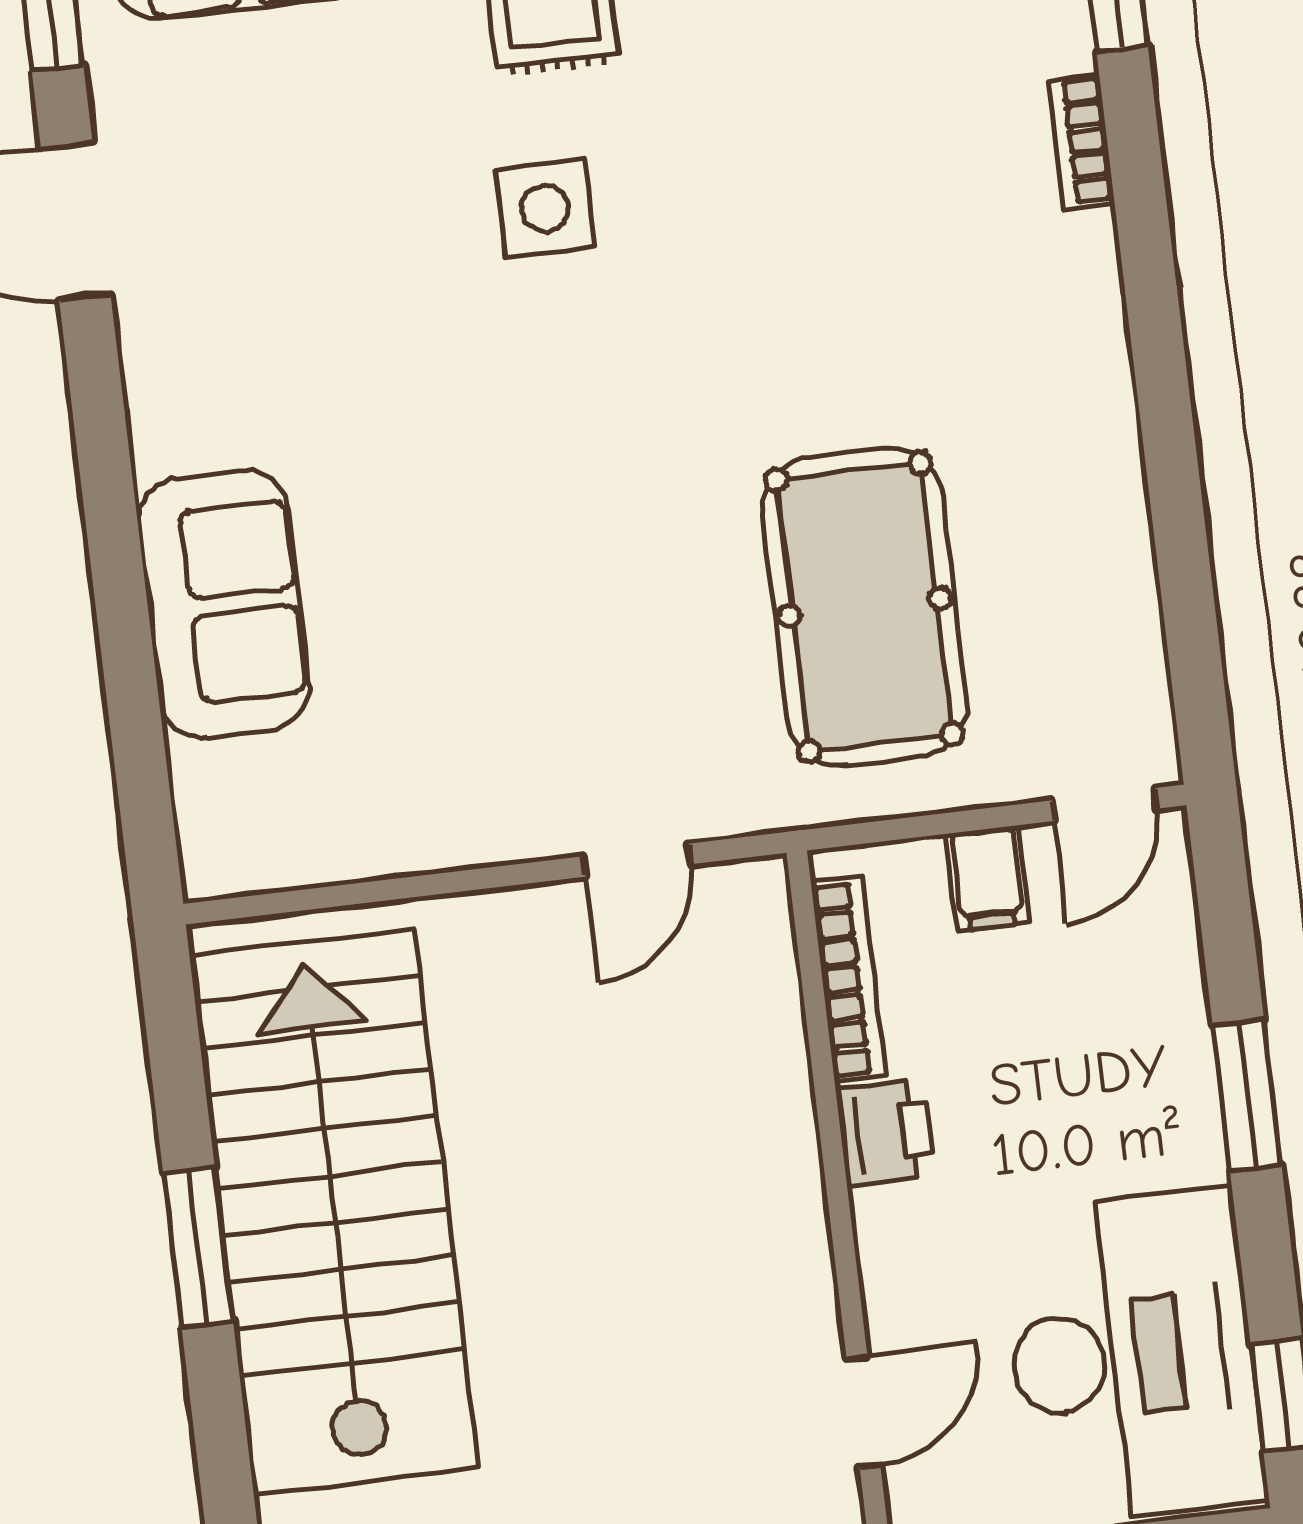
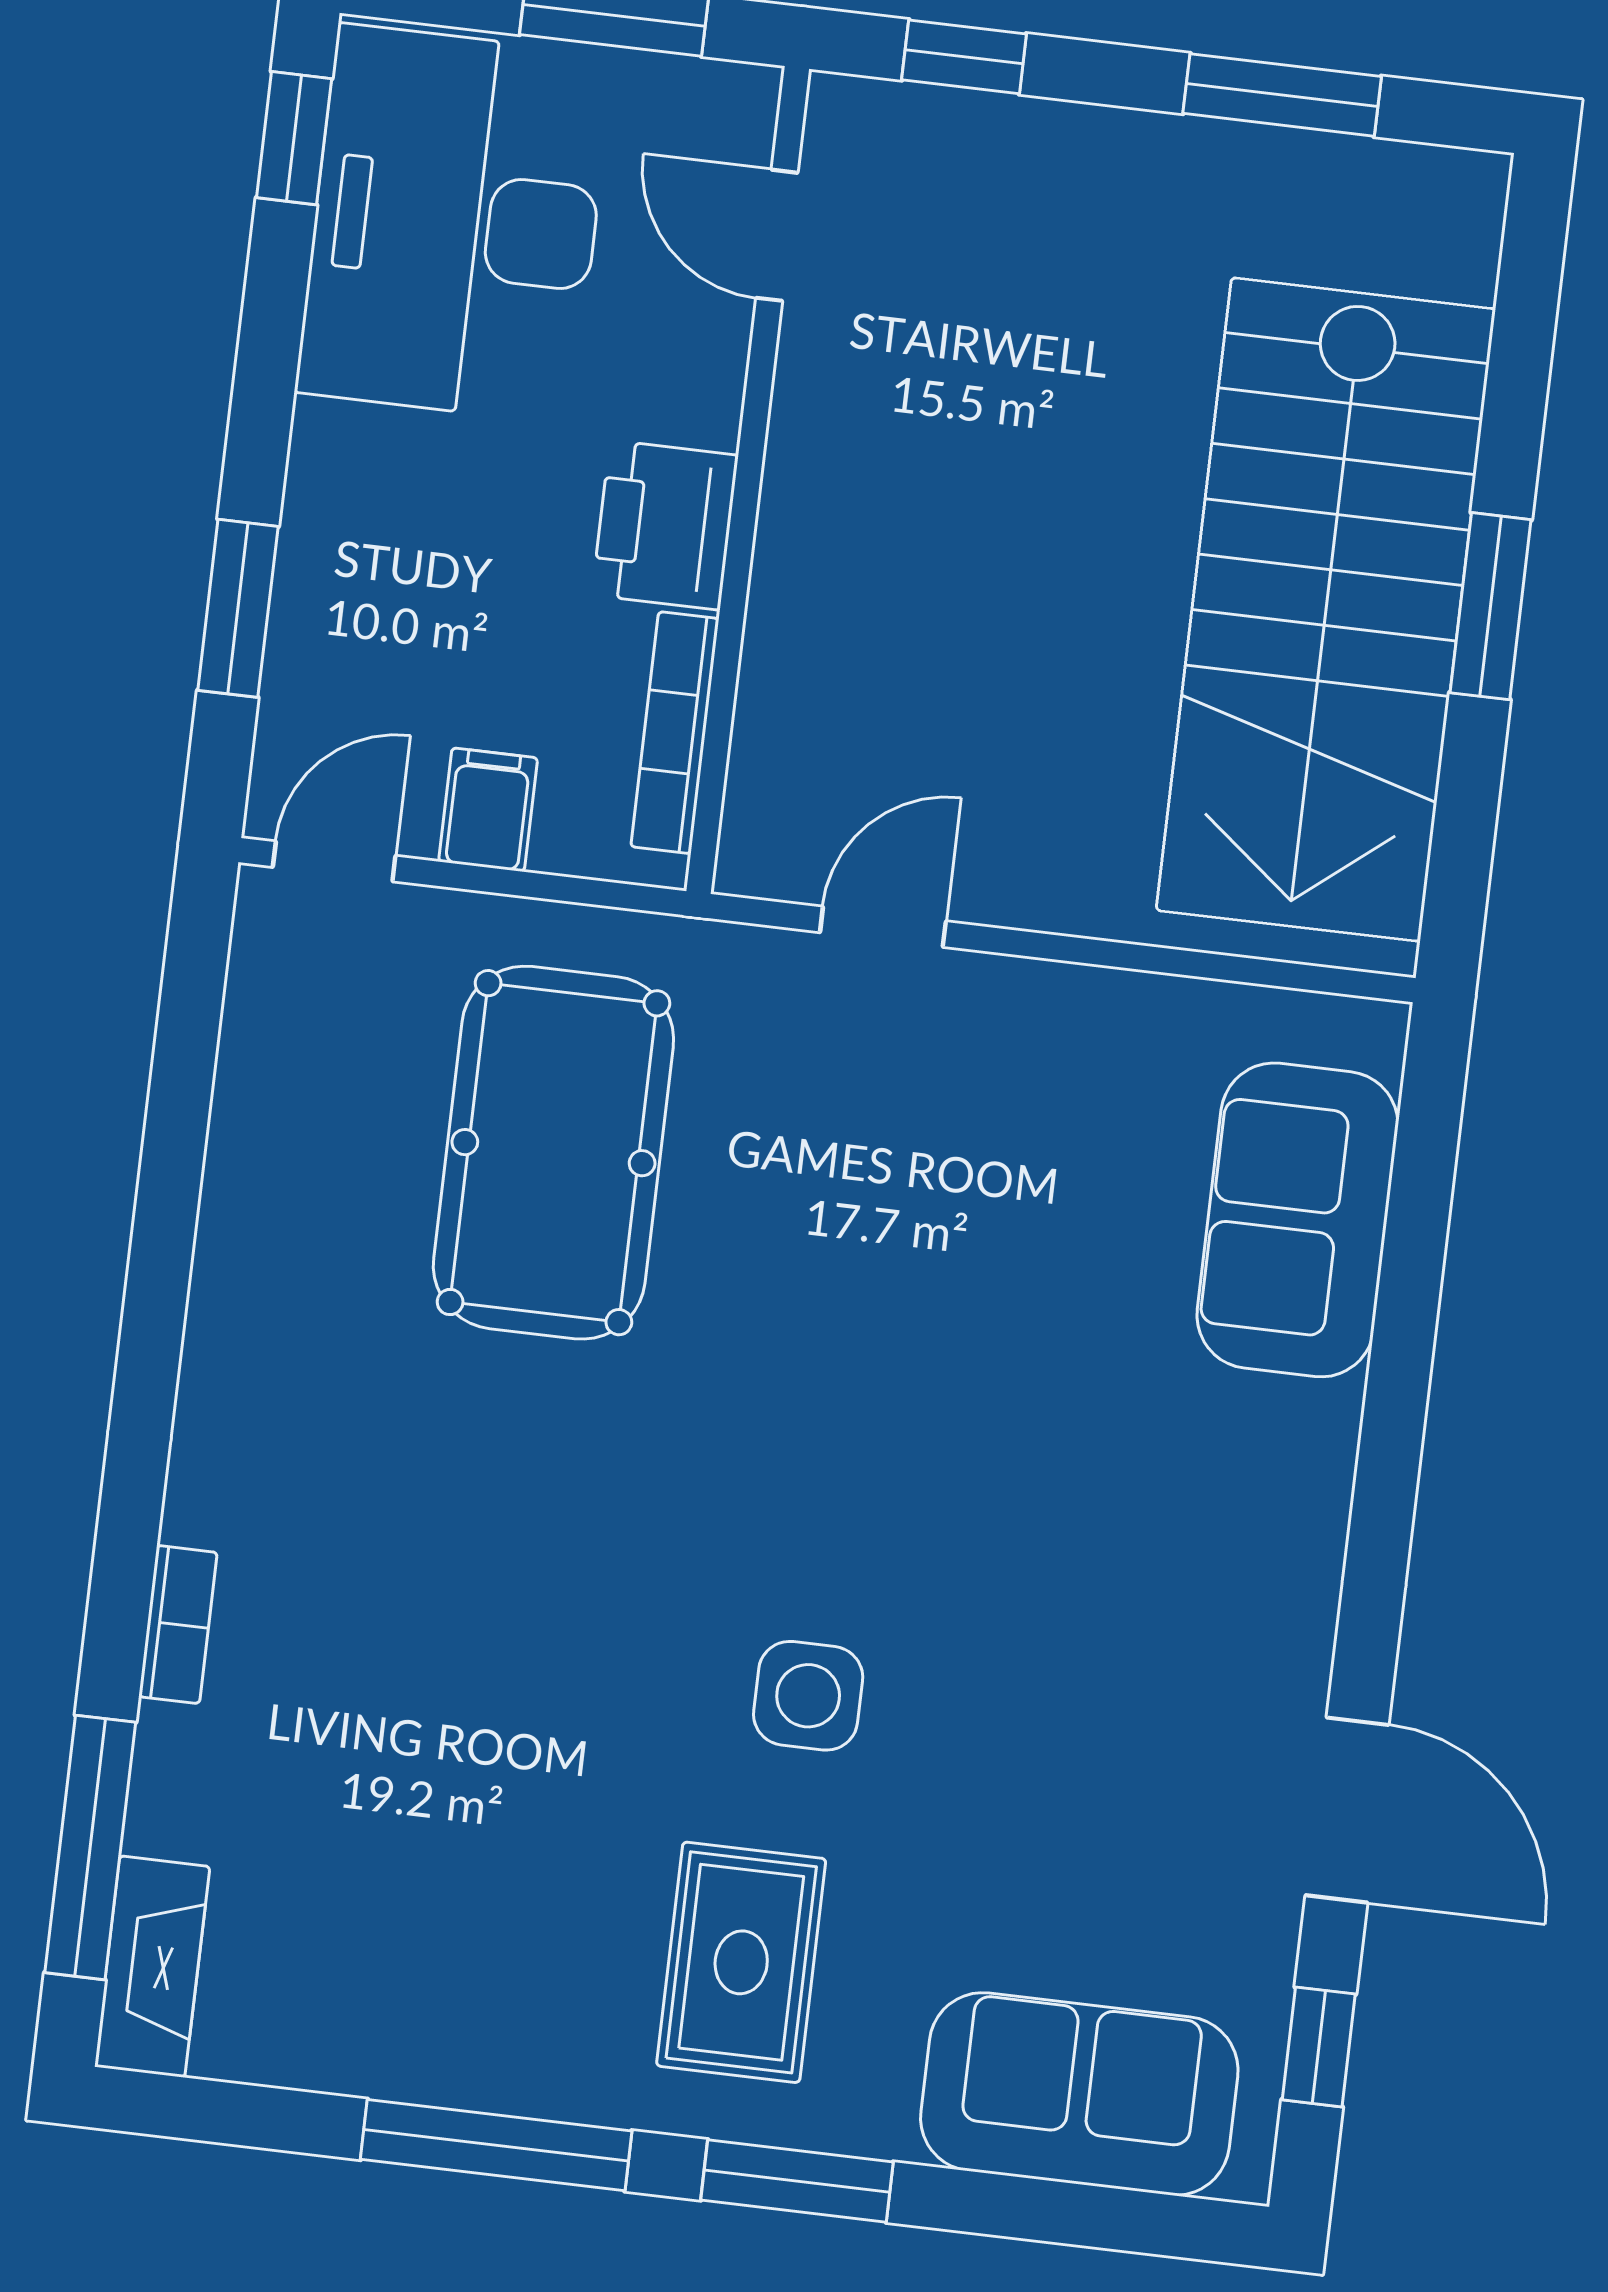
sofa: (224, 604) -> (1298, 1220), moved
window: (1247, 1095) -> (238, 608), moved
printer: (885, 1133) -> (665, 525), width x1.36, depth x1.24
door: (863, 1412) -> (777, 235), hinge flipped

